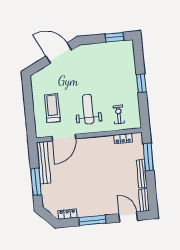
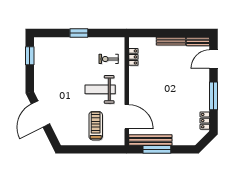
treadmill: (52, 108) -> (96, 126), turned 90
window: (148, 157) -> (155, 33), removed
window: (36, 182) -> (157, 149), moved

